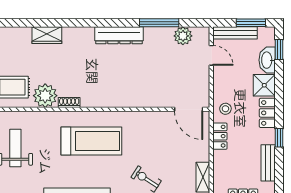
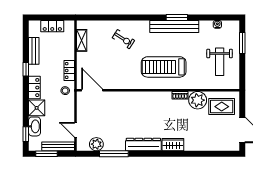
wardrobe: (47, 35) -> (173, 145), moved

